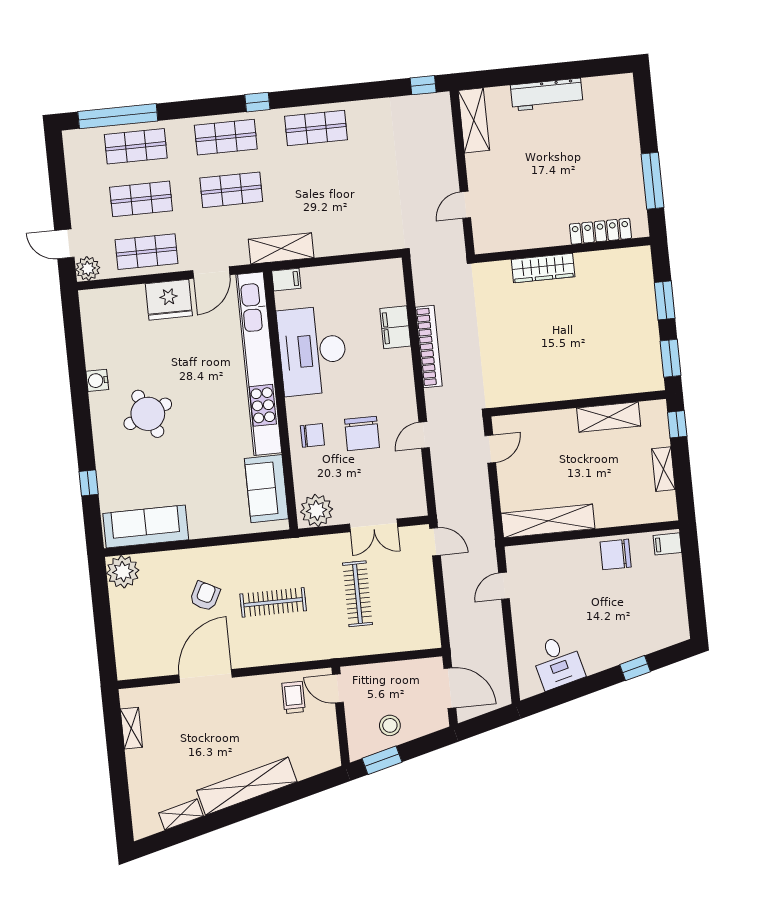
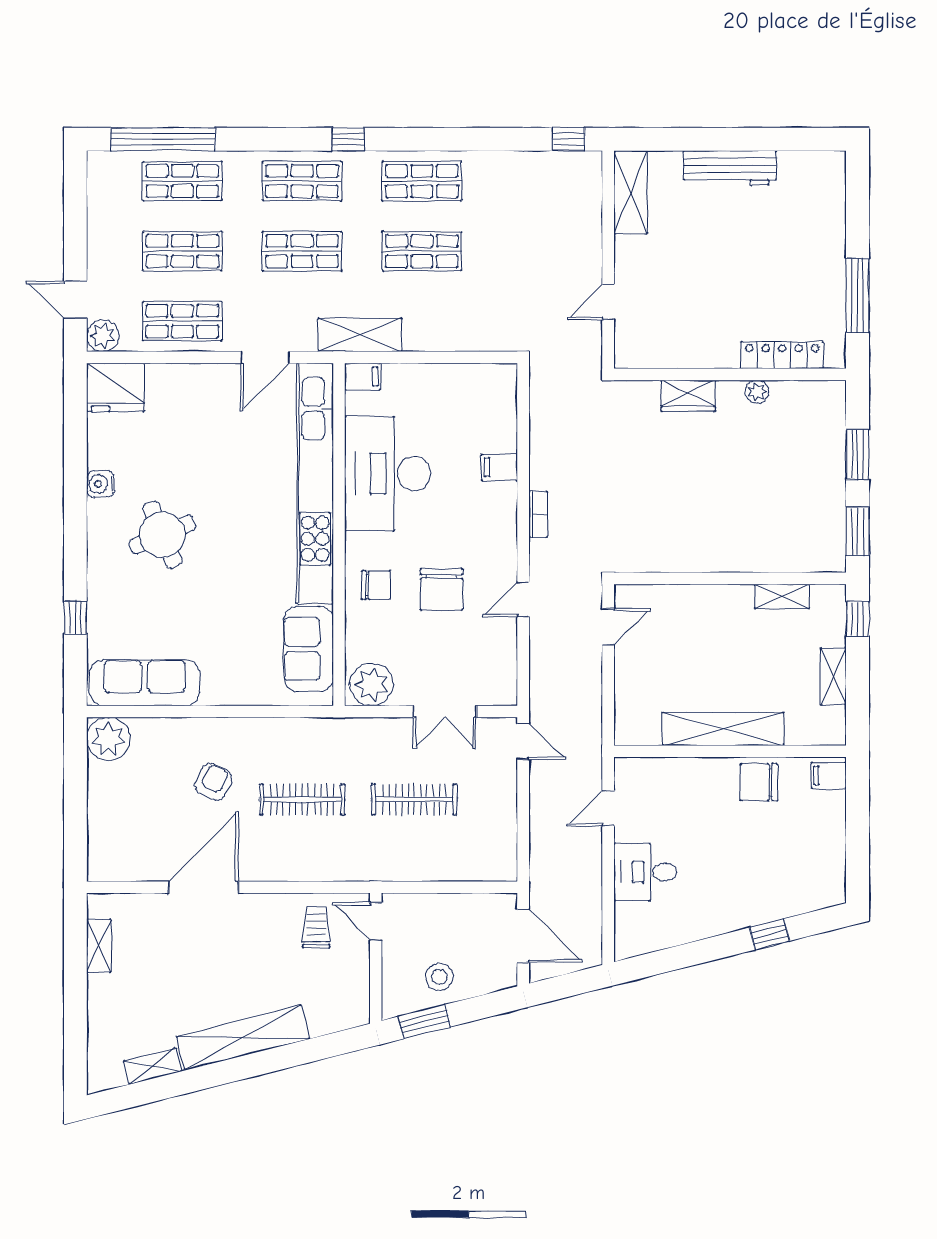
shop shelf: (321, 181) -> (422, 251), added
plant: (584, 261) -> (757, 392), added
wardrobe: (543, 268) -> (688, 396), width x0.67
fridge: (169, 300) -> (116, 387), moved
filing cabinet: (395, 327) -> (500, 467), width x0.50
bookcase: (429, 347) -> (538, 514), width x0.43, depth x0.76
shelving: (609, 417) -> (782, 596), width x0.67, depth x0.75
shelving: (548, 521) -> (723, 729), moved
clothes rail: (357, 594) -> (414, 799), turned 90
desk: (558, 662) -> (645, 872), moved, turned 104

